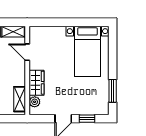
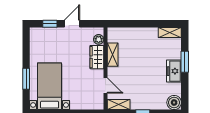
window: (113, 91) -> (26, 79), moved
shelving: (20, 99) -> (113, 55), moved

